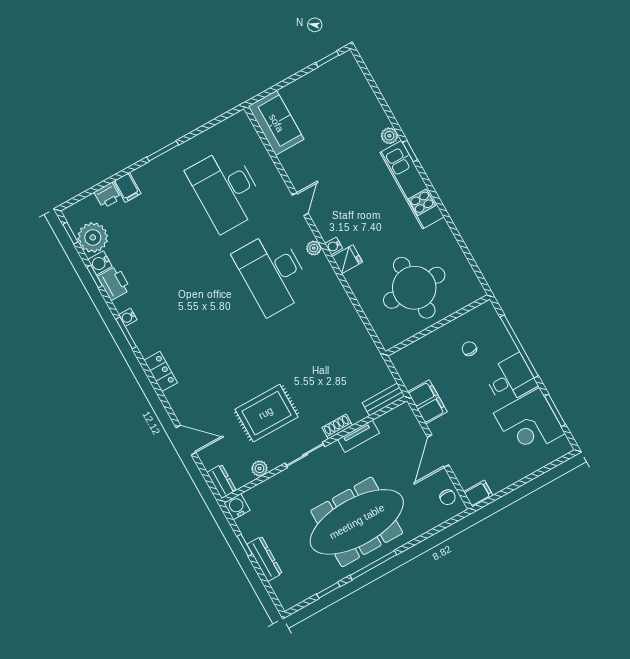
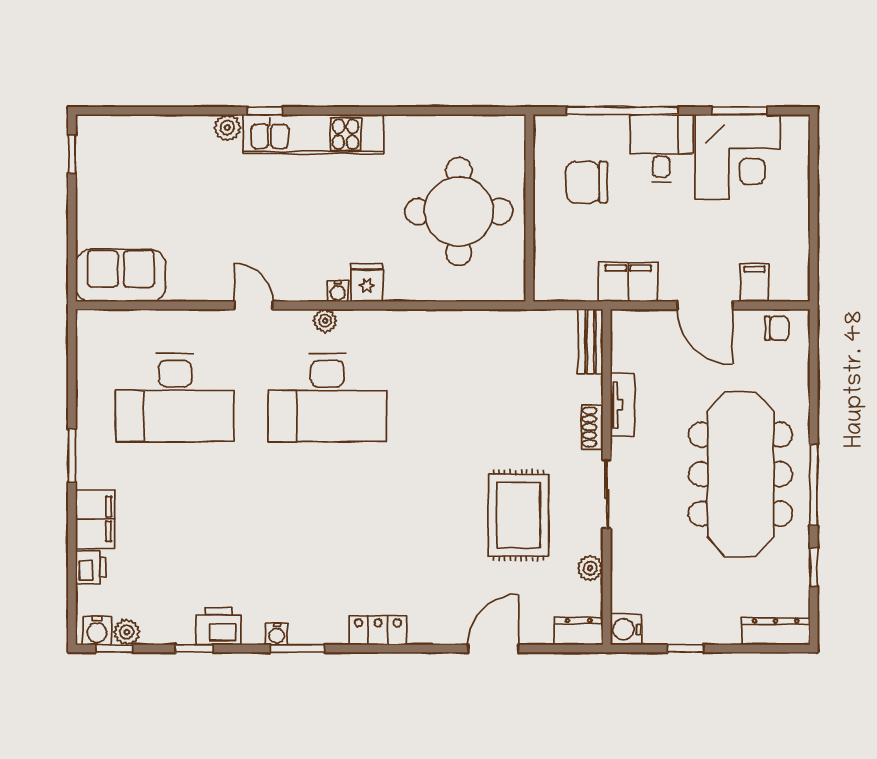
filing cabinet: (127, 187) -> (95, 519), width x2.00
plant: (93, 237) -> (127, 632), width x0.53, depth x0.53
water cooler: (100, 263) -> (97, 630), moved
chair: (469, 349) -> (587, 182), width x1.87, depth x1.87
filing cabinet: (478, 494) -> (755, 283), moved
dresser: (265, 559) -> (776, 631), moved

